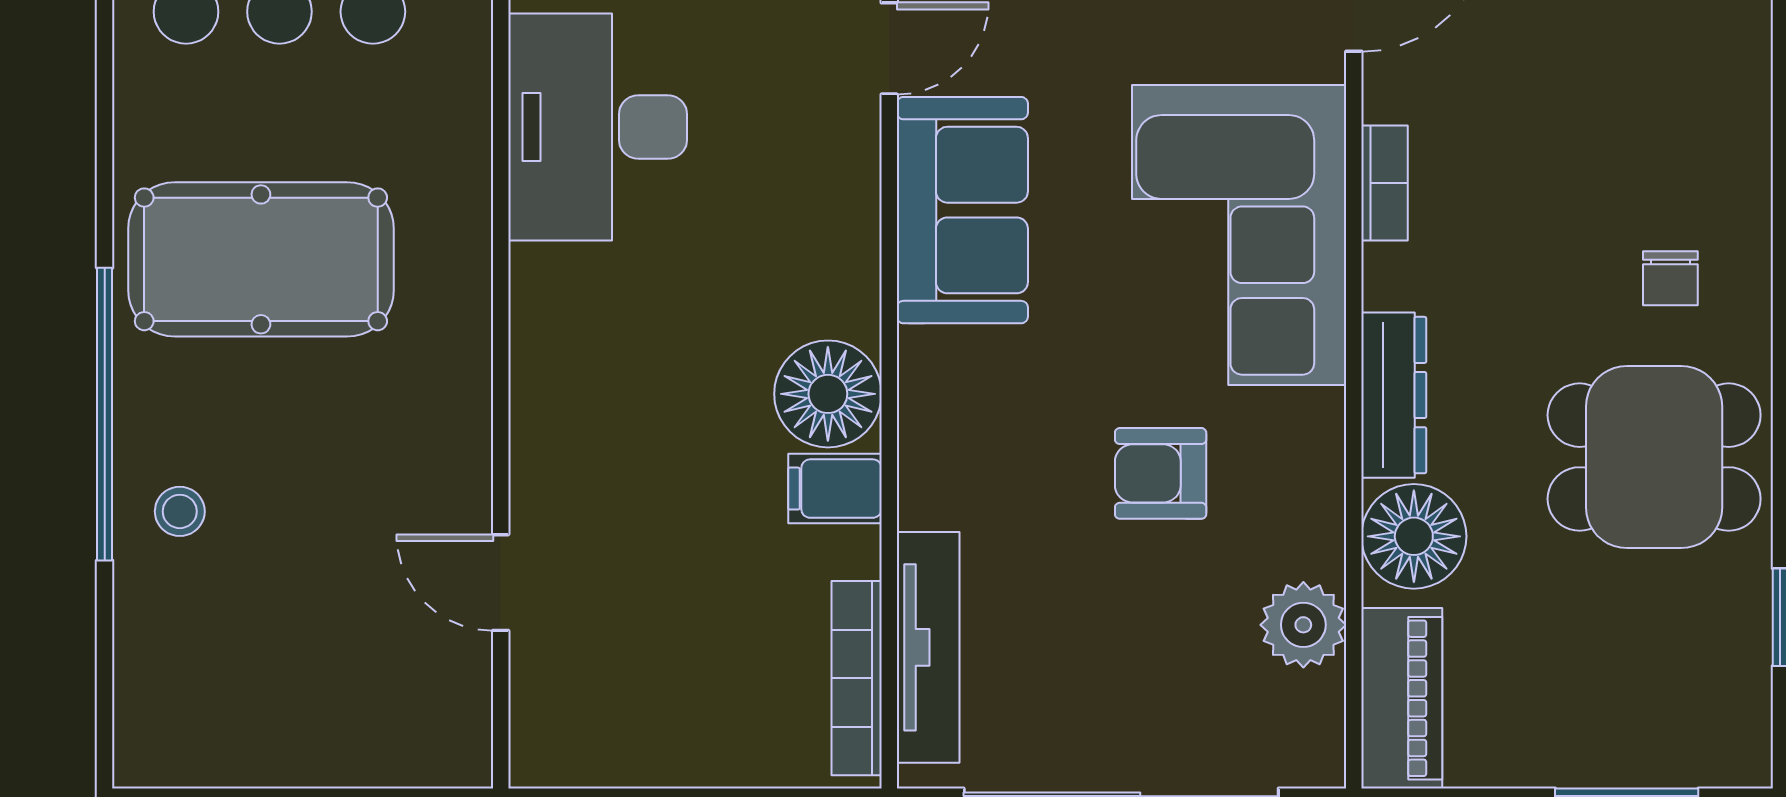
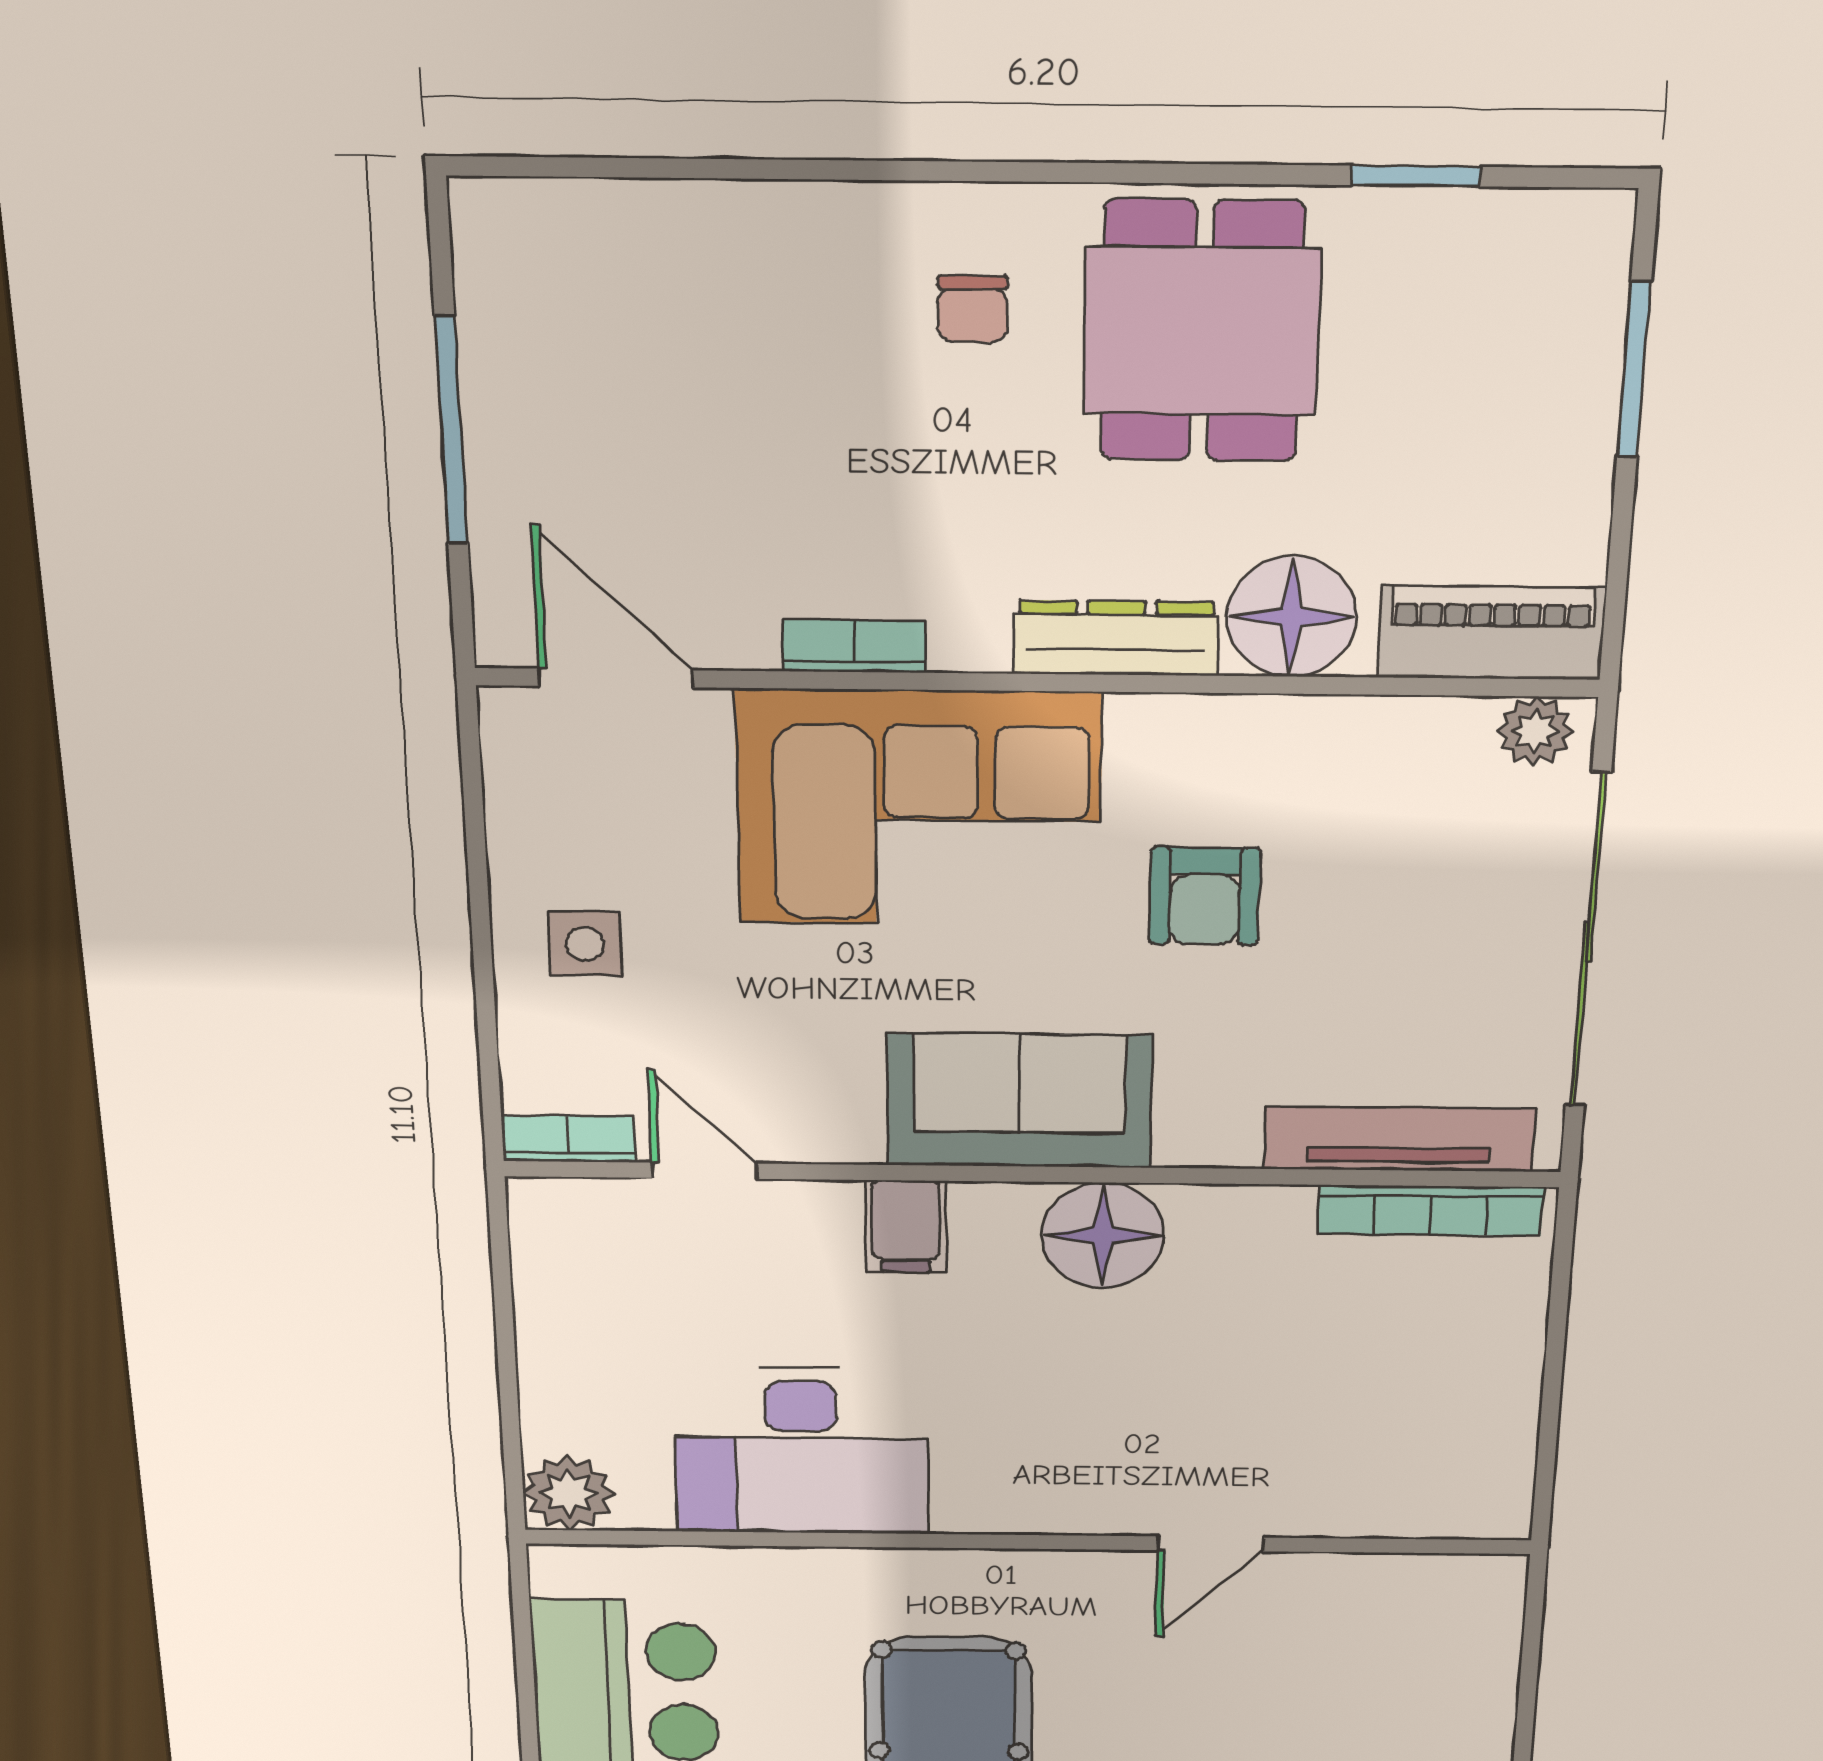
sofa: (962, 210) -> (1019, 1101), moved
chair: (1670, 278) -> (973, 309), turned 90
filing cabinet: (835, 489) -> (906, 1226), moved
door: (501, 583) -> (1211, 1544), moved
plant: (1303, 625) -> (1535, 731), moved, width x0.73, depth x0.73

